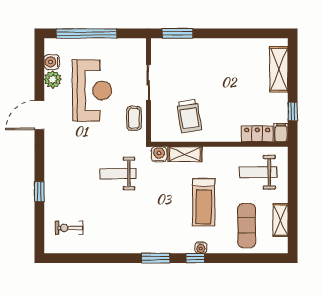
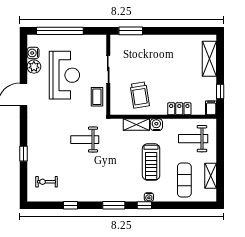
locker: (257, 134) -> (179, 109), moved
water cooler: (159, 154) -> (156, 125), moved
window: (100, 258) -> (70, 205), added

